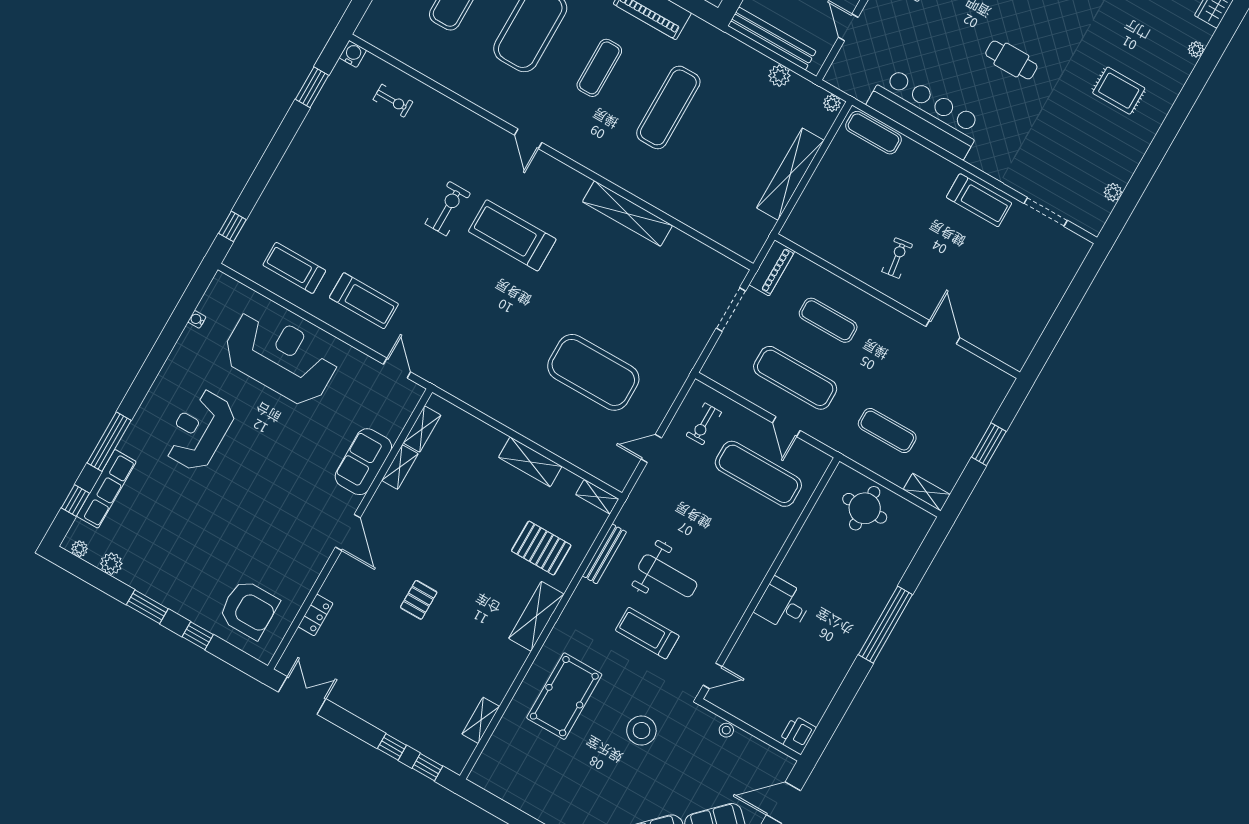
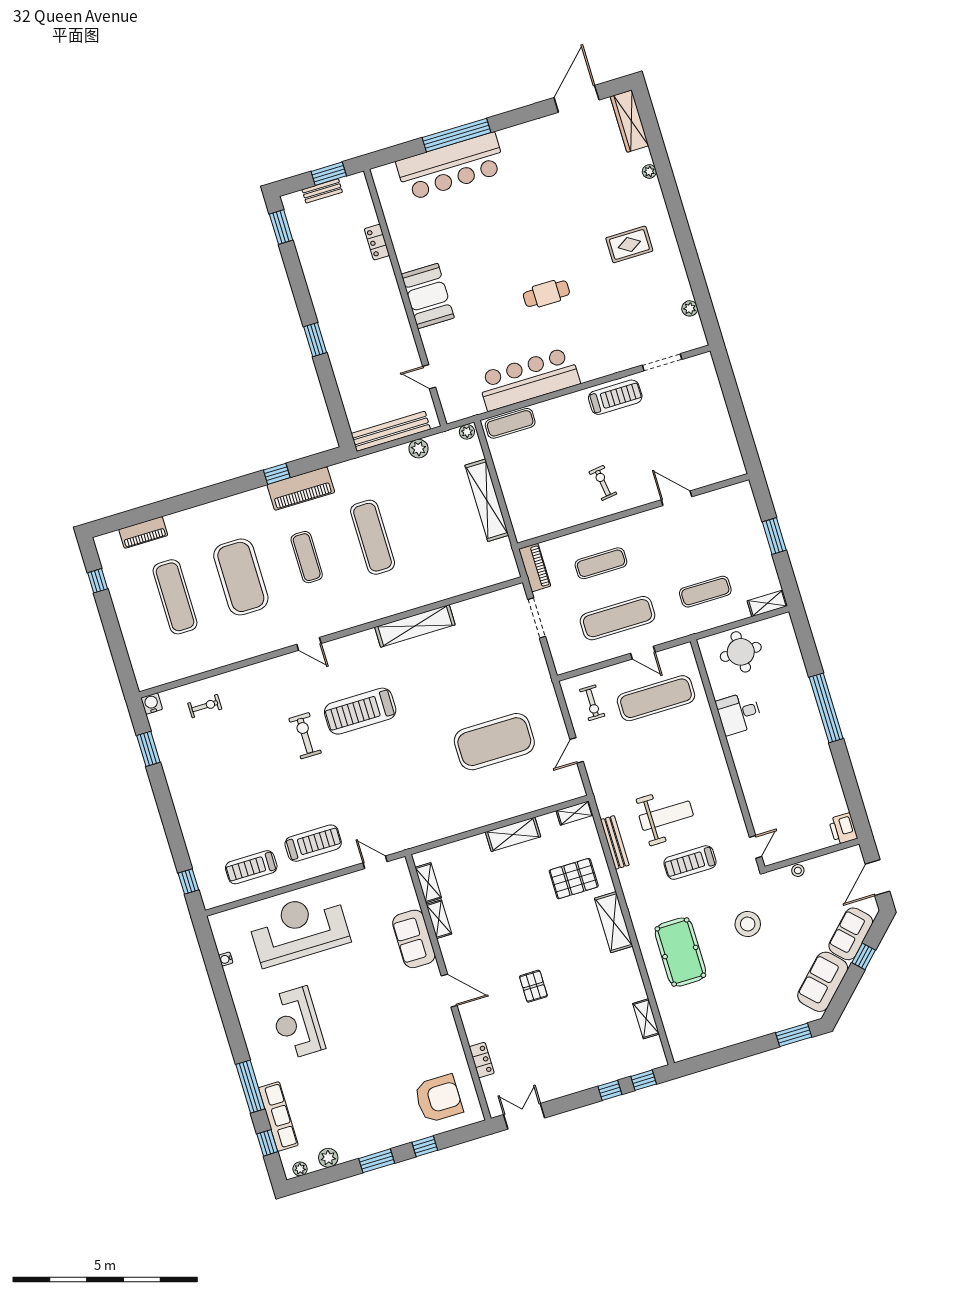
desk: (783, 605) -> (739, 713), moved

